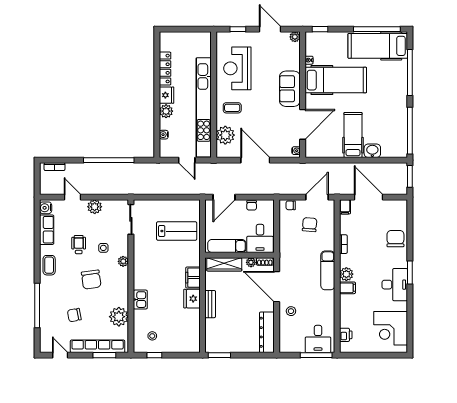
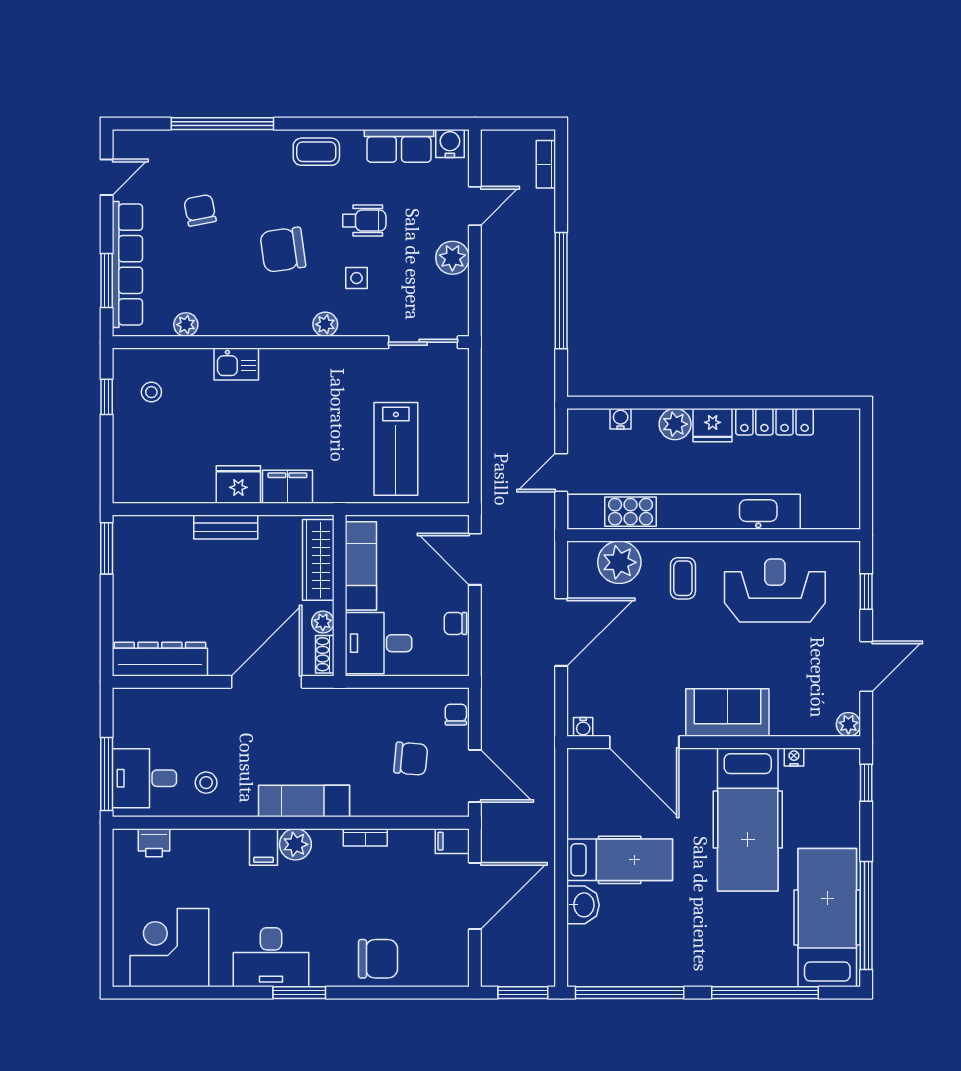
stool: (291, 311) -> (206, 783), moved
plant: (119, 317) -> (186, 325), width x0.53, depth x0.53

